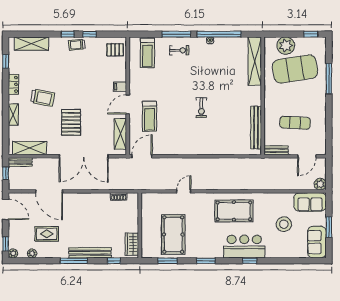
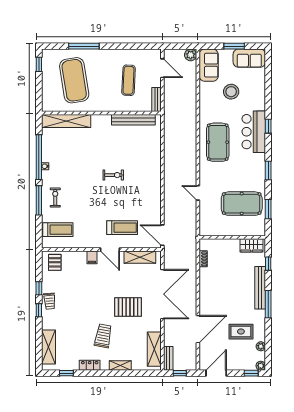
plant: (286, 46) -> (50, 90), removed
rug: (47, 234) -> (241, 332), turned 90

